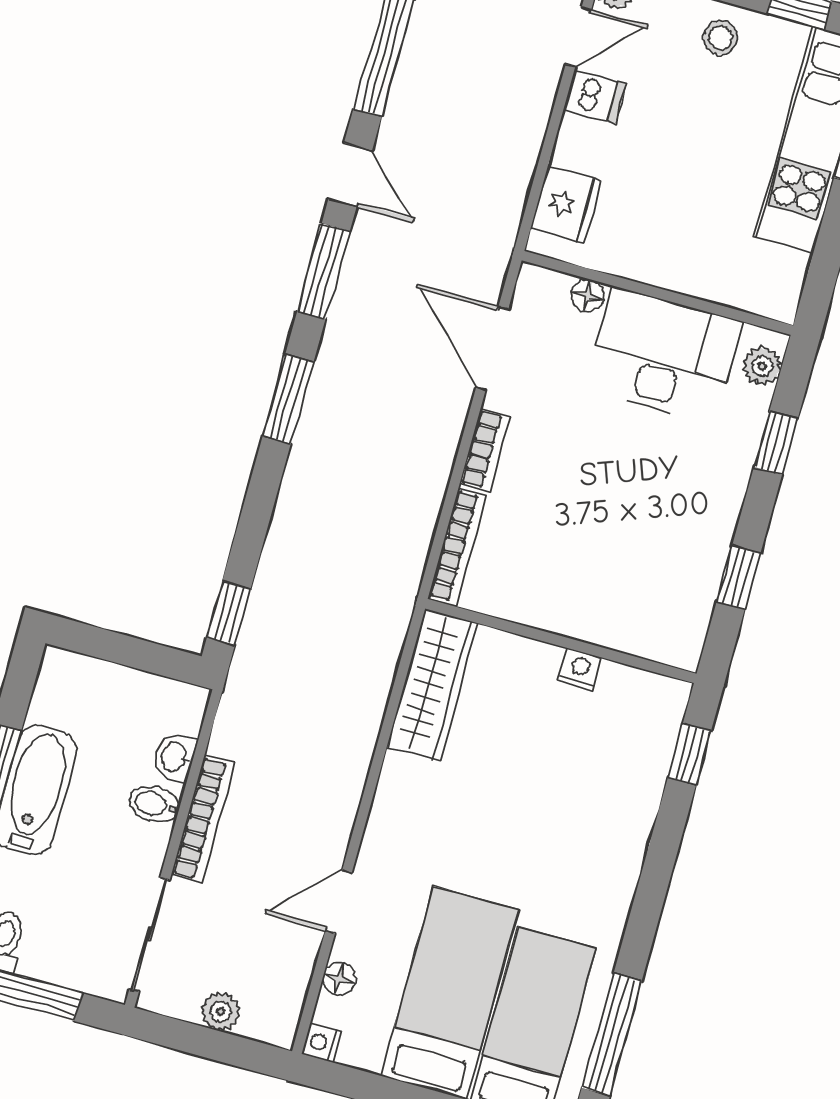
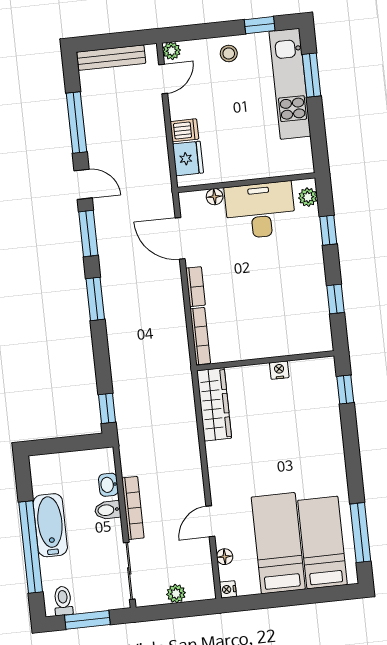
dishwasher: (595, 96) -> (184, 130), moved

